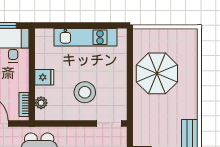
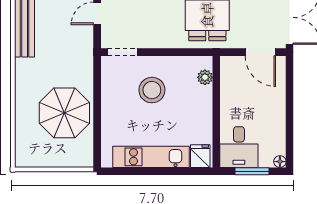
fridge: (44, 77) -> (200, 156), moved, turned 90
bookcase: (24, 104) -> (226, 75), removed

